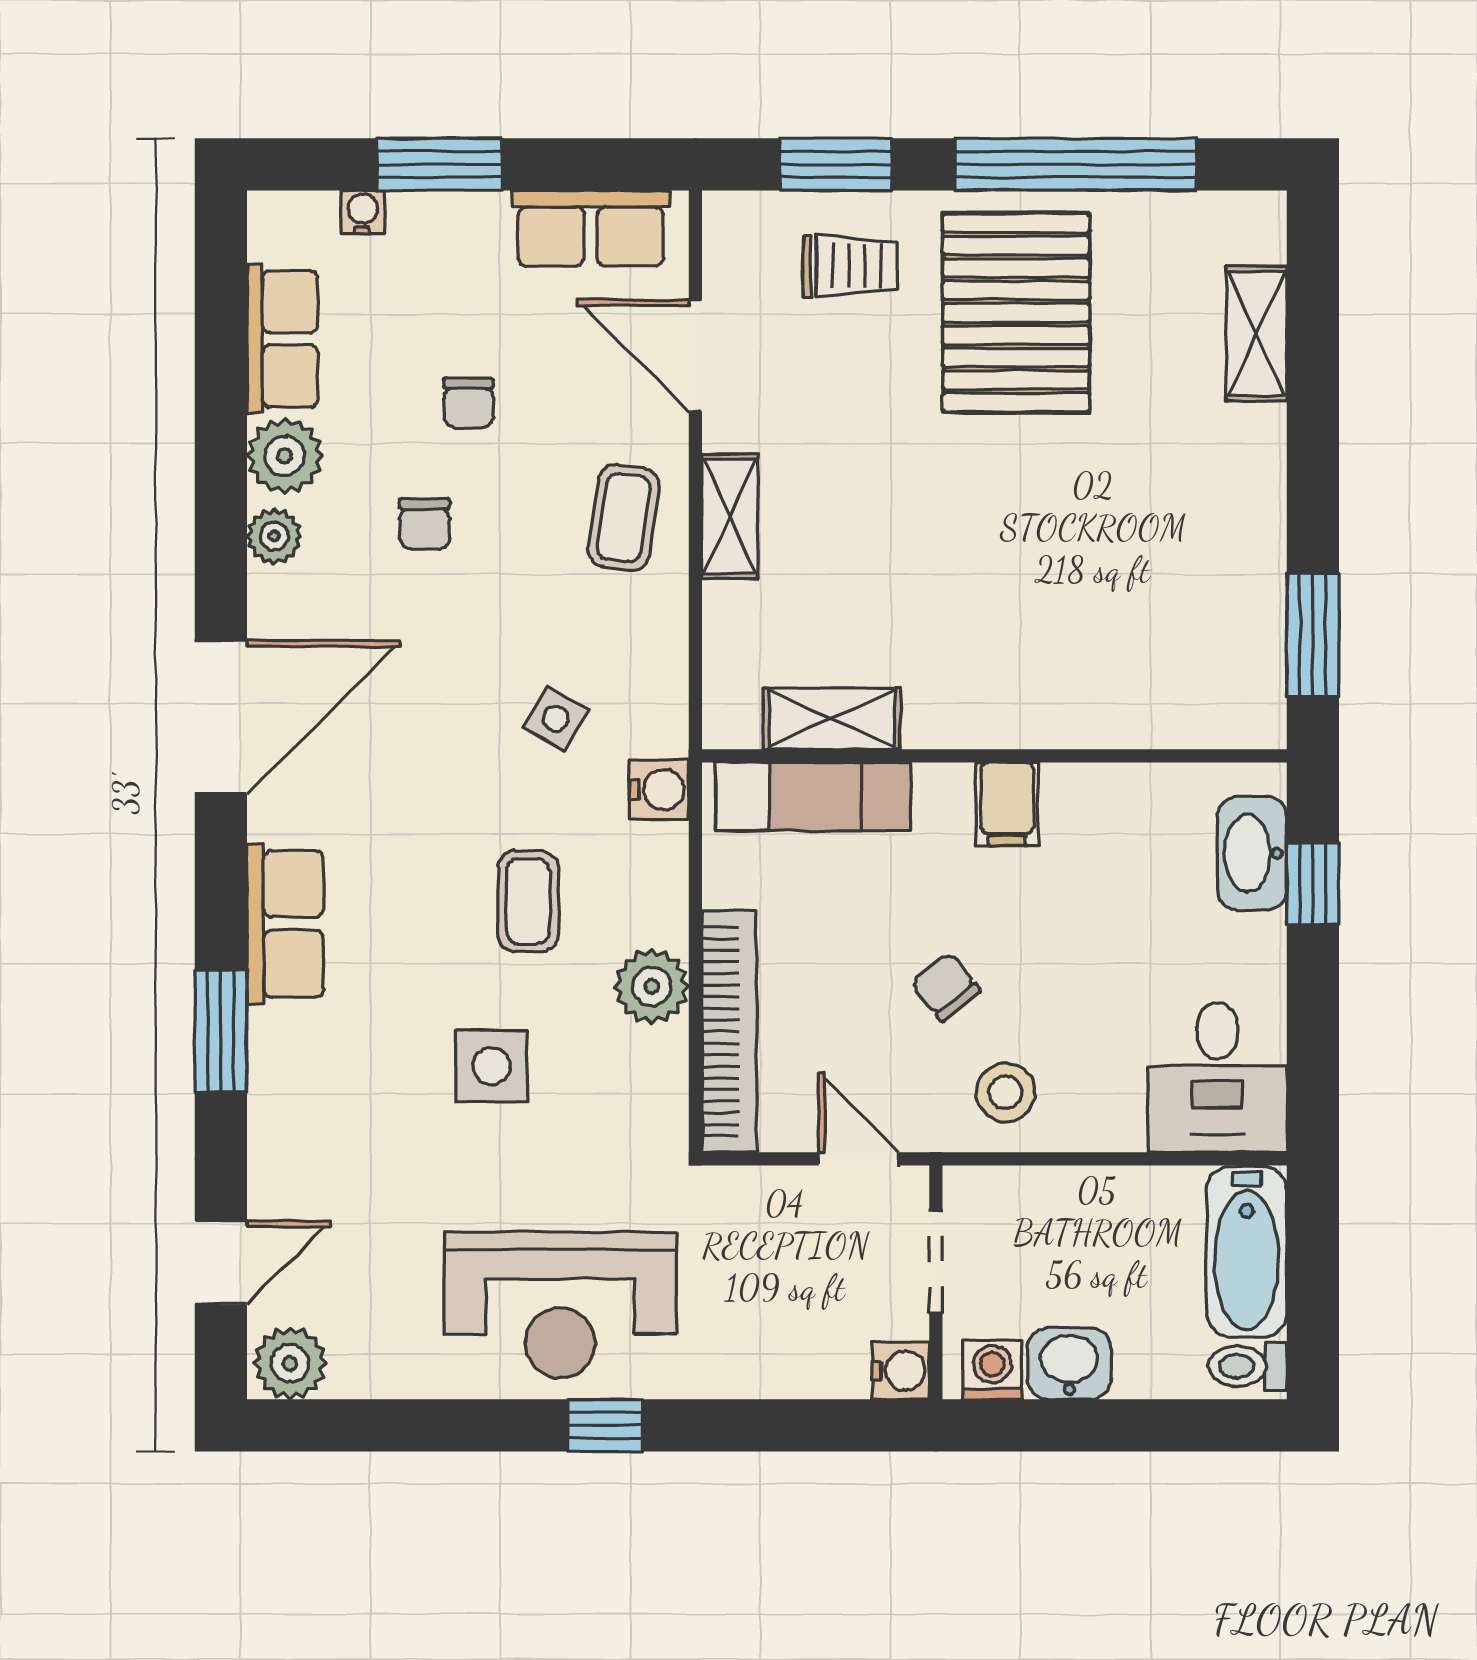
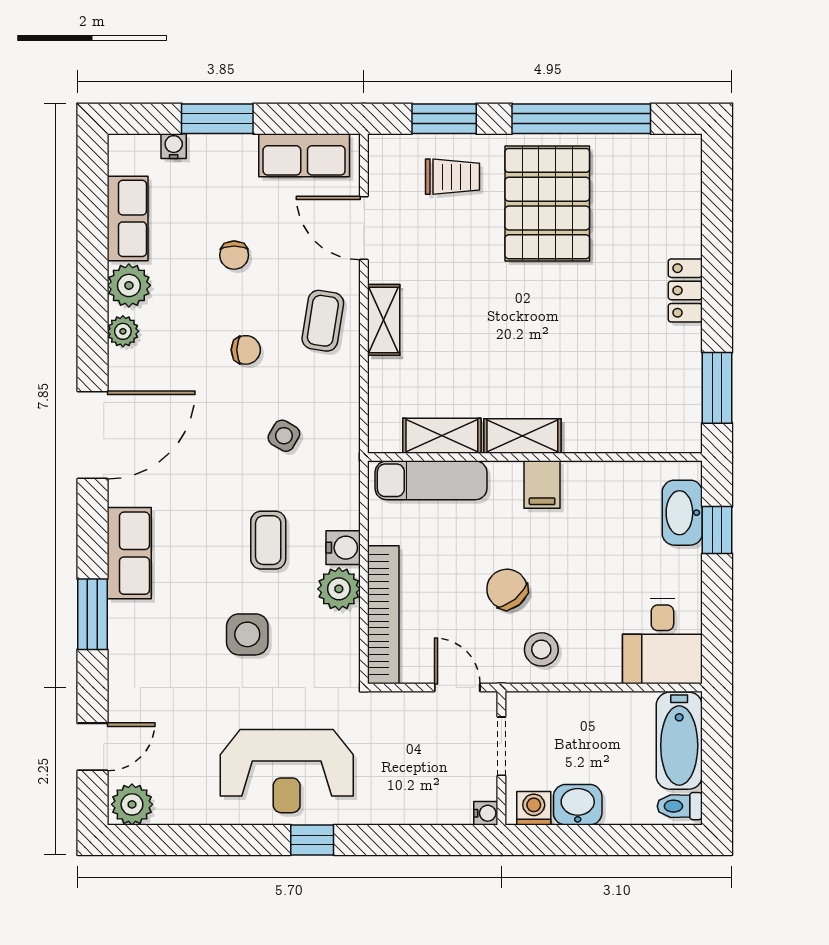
shelving: (1257, 334) -> (522, 436), moved, turned 90
locker: (1257, 465) -> (685, 290), added
chair: (425, 524) -> (246, 350), moved, turned -90
water cooler: (659, 790) -> (343, 548), moved
chair: (946, 987) -> (507, 589), width x1.37, depth x1.37
water cooler: (901, 1371) -> (486, 813), width x0.72, depth x0.72

